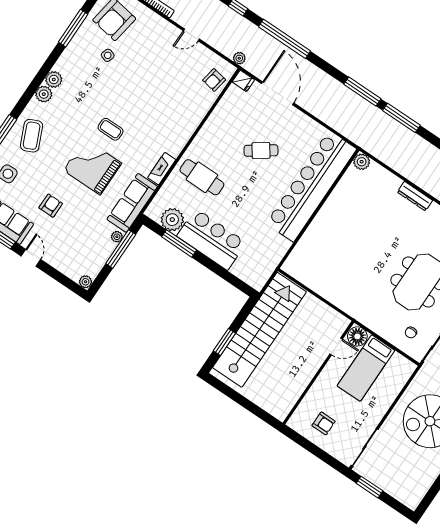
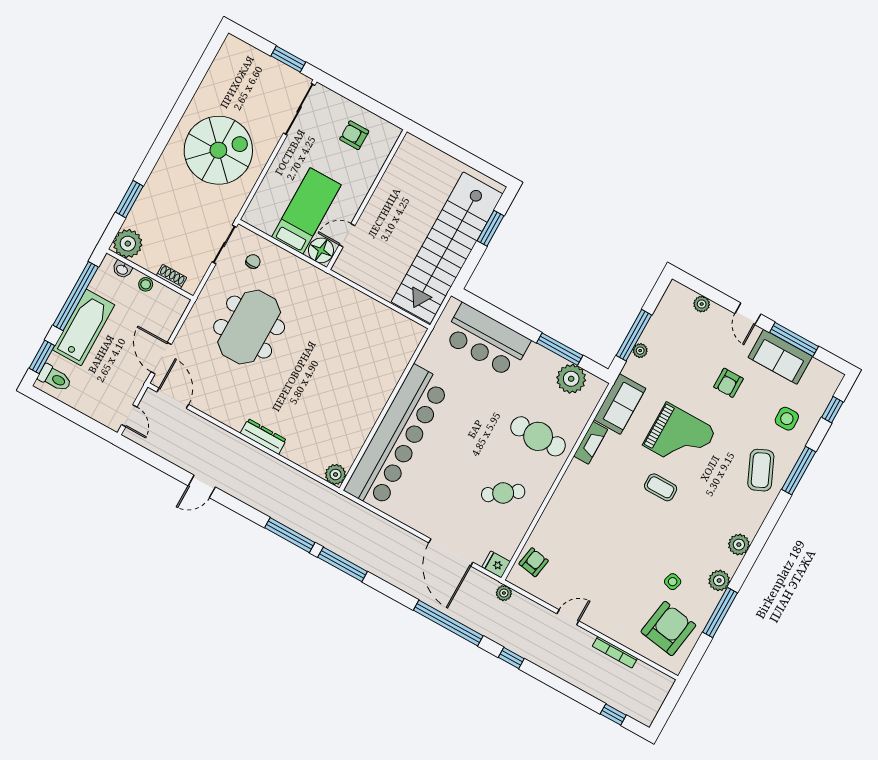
plant: (44, 94) -> (719, 580), moved
cafe table: (261, 151) -> (503, 493), moved
sofa: (132, 203) -> (620, 404), width x0.73
bar counter: (212, 239) -> (486, 340), moved
plant: (86, 282) -> (702, 304), moved

